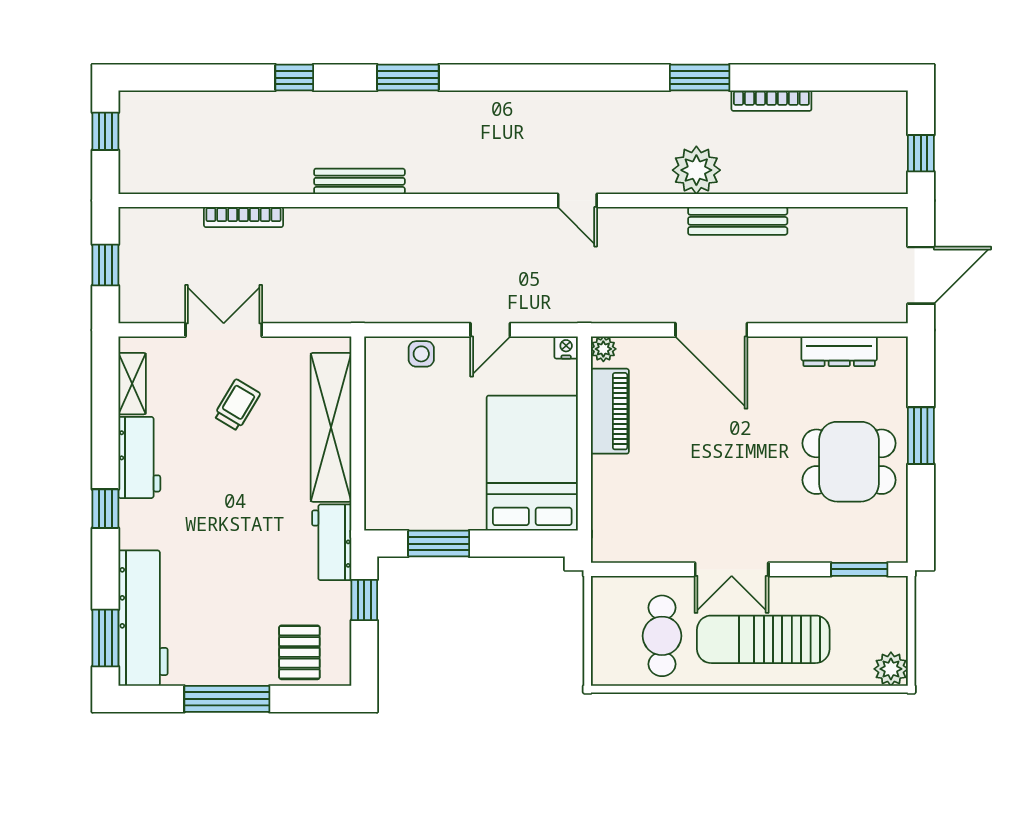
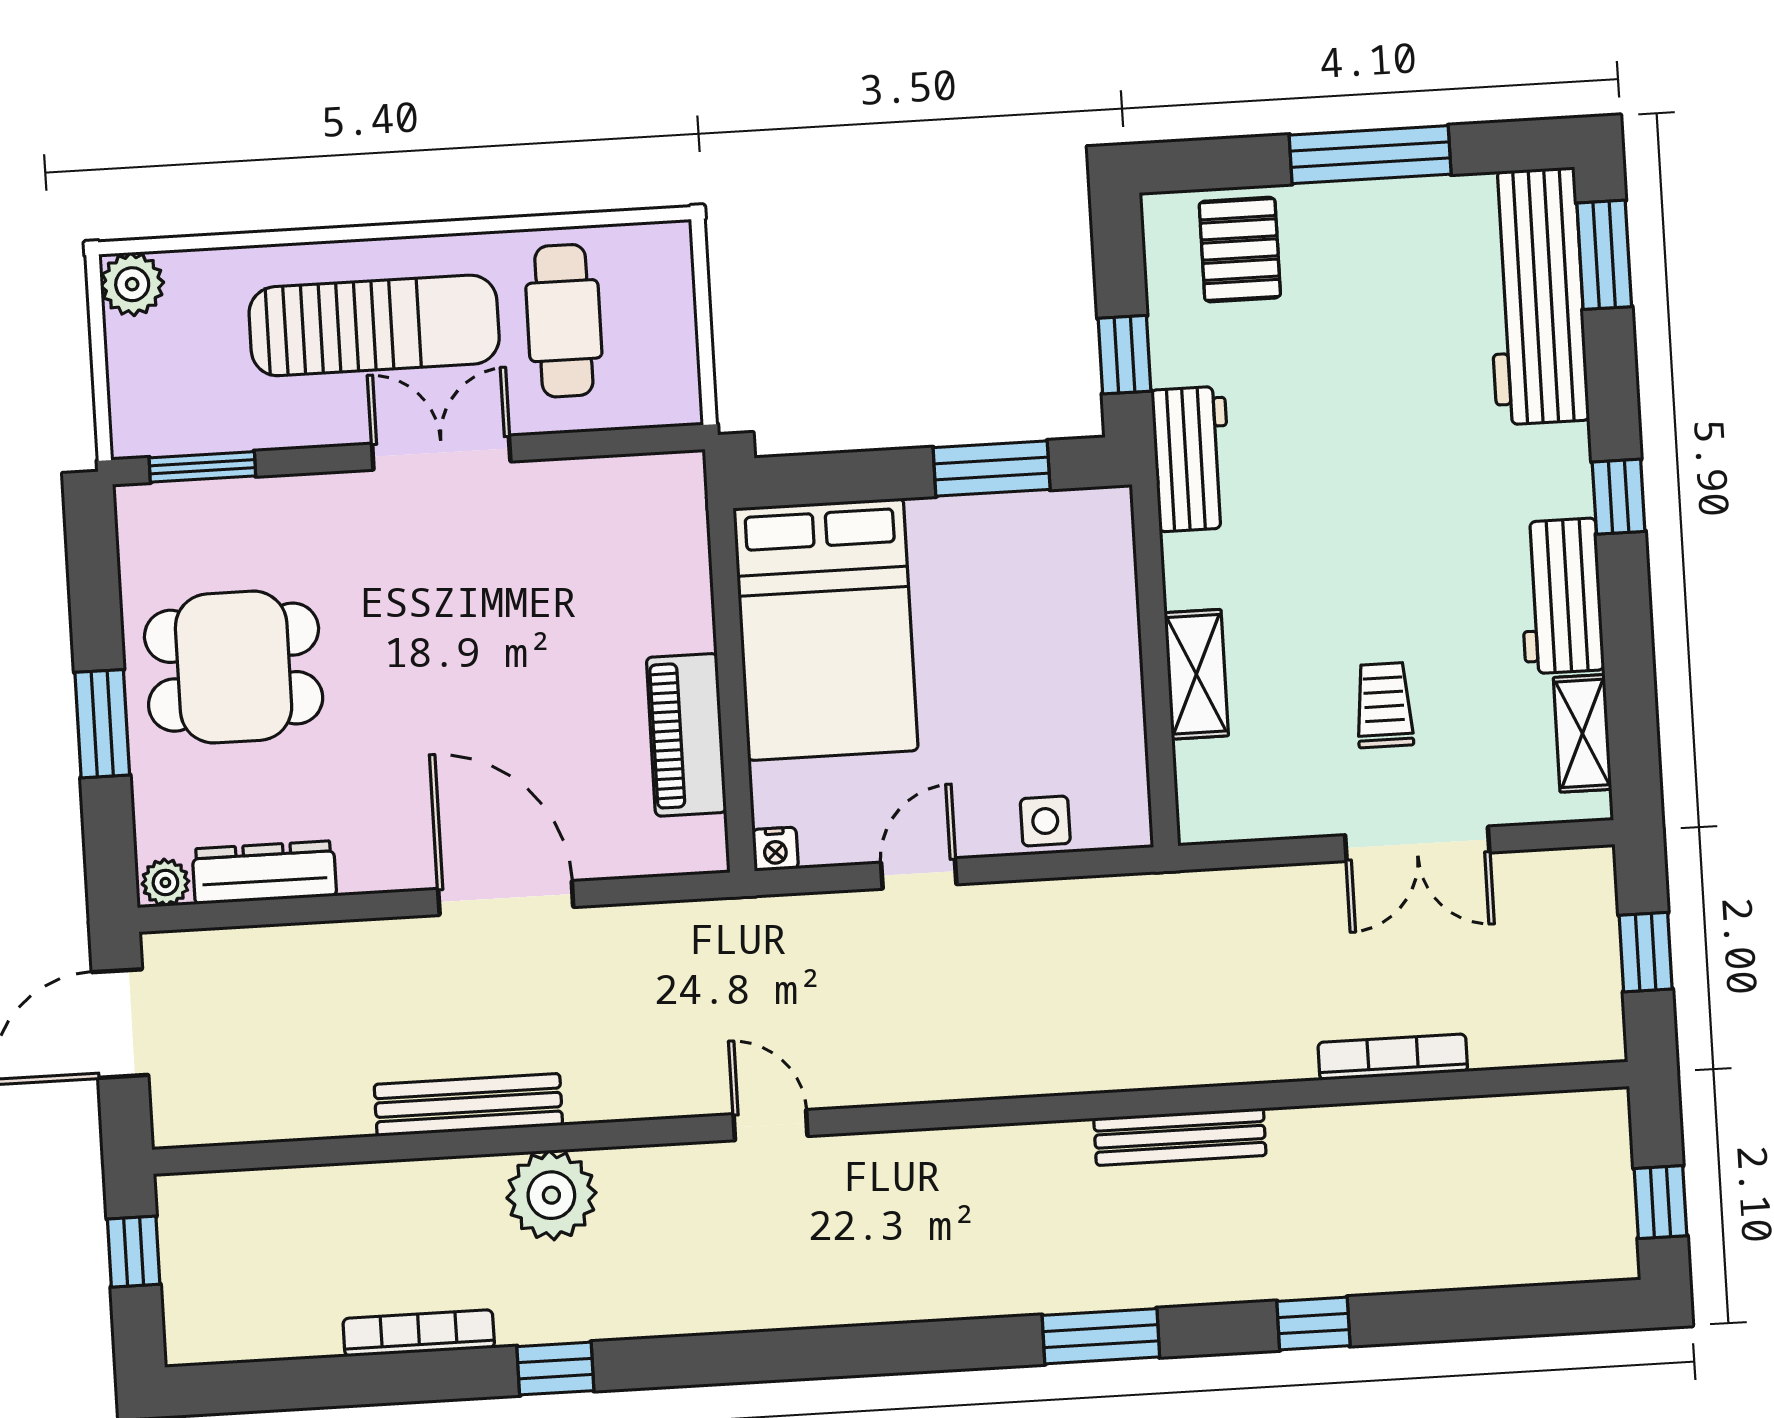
window: (700, 78) -> (555, 1369), width x0.67
plant: (603, 349) -> (165, 882), moved
trolley: (237, 405) -> (1384, 705), turned 149
shelving: (331, 427) -> (1196, 674), width x0.45, depth x0.75

